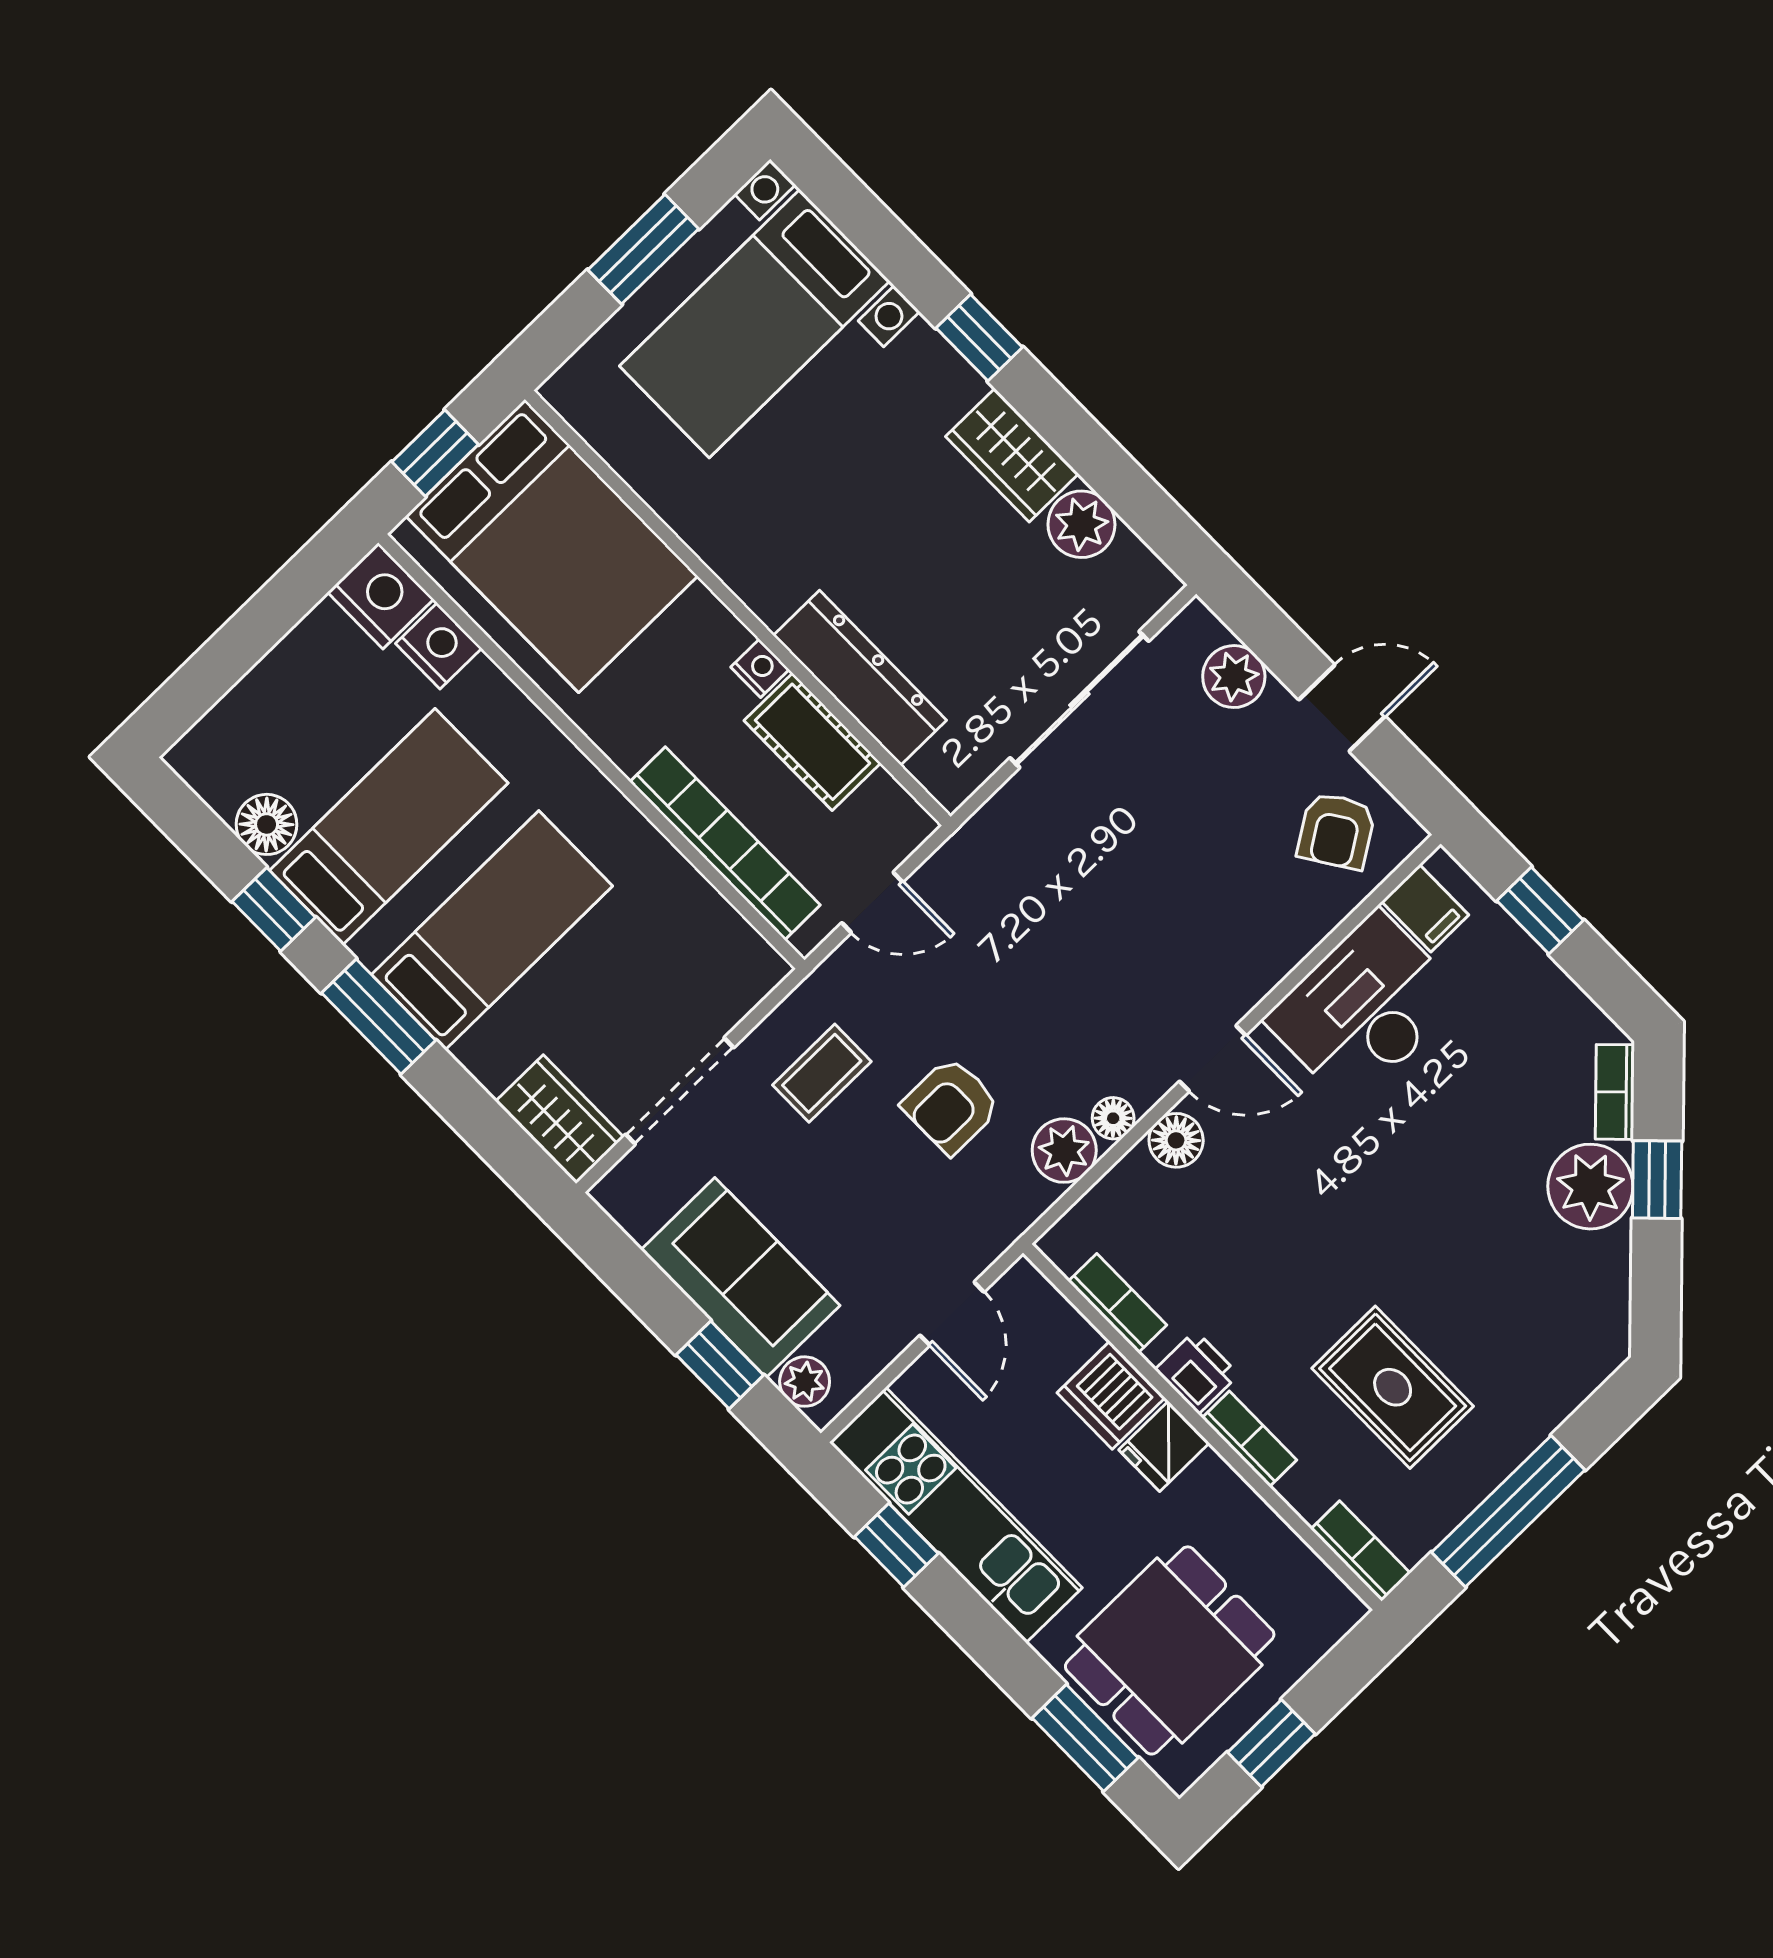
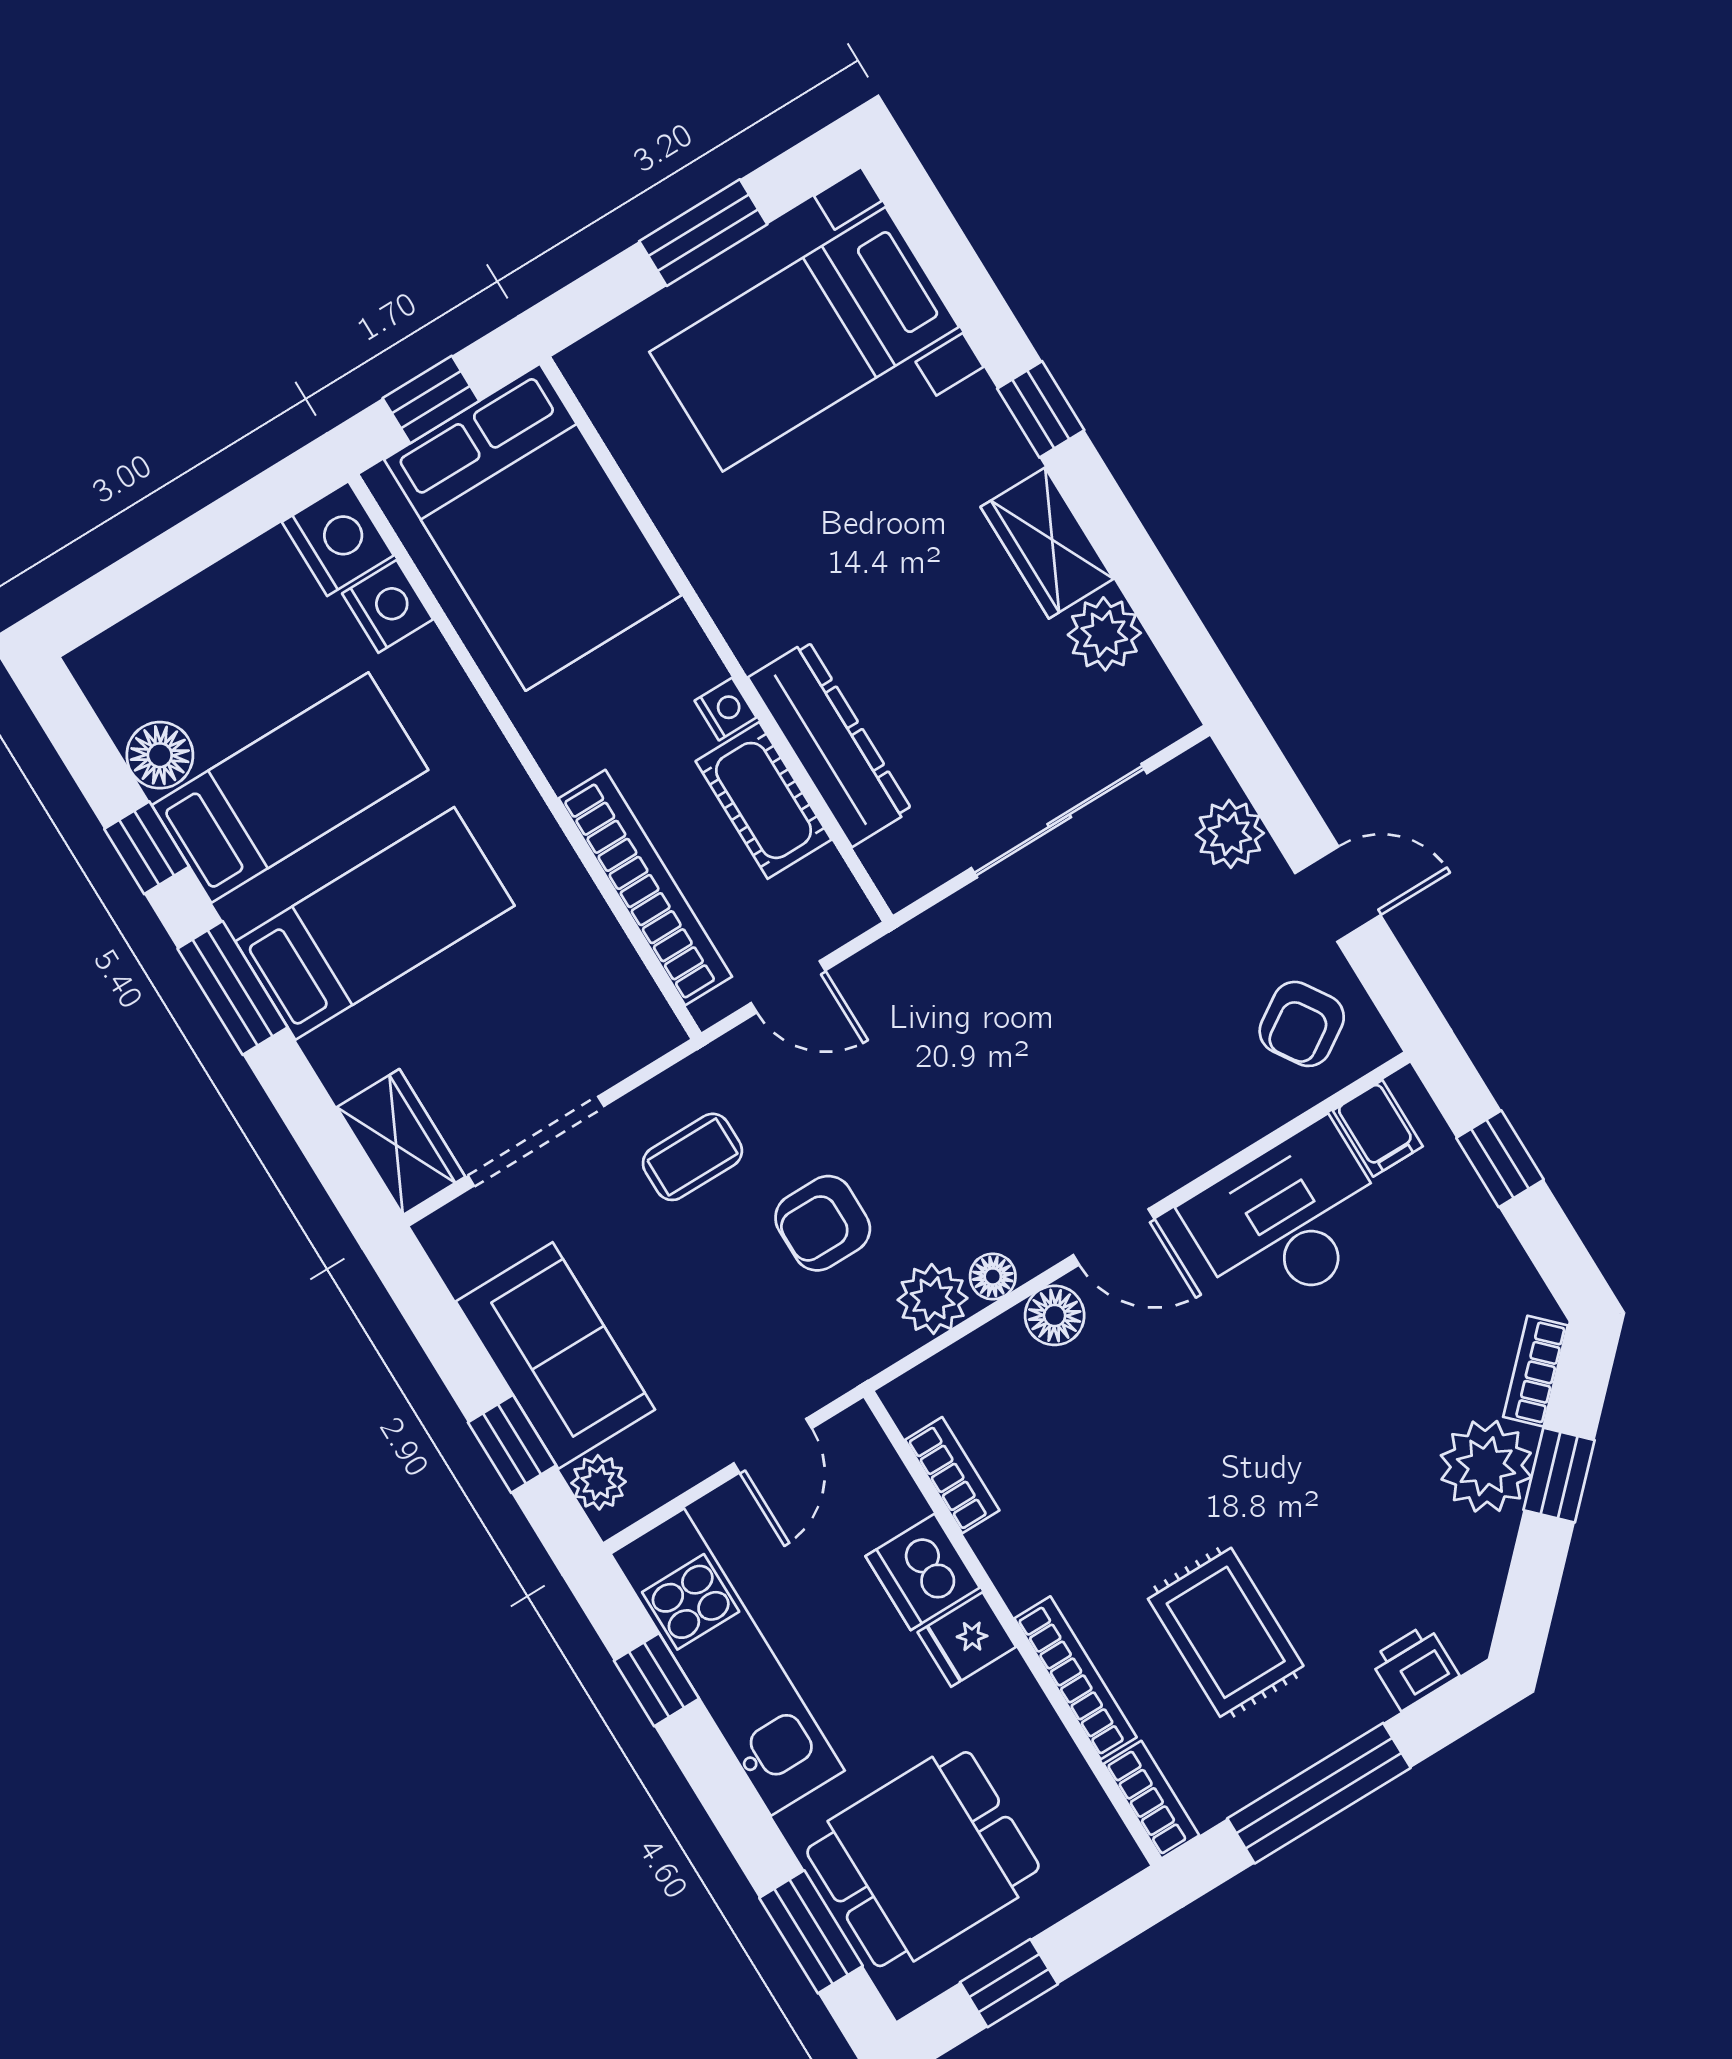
printer: (1197, 1372) -> (1414, 1667), moved, turned -90
bookcase: (1249, 1439) -> (1075, 1678), width x1.56

